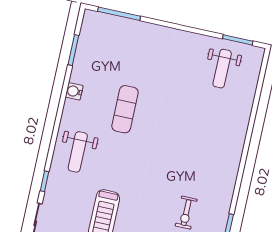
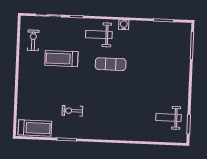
water cooler: (74, 91) -> (124, 25), moved
exercise mat: (125, 109) -> (111, 64), moved

